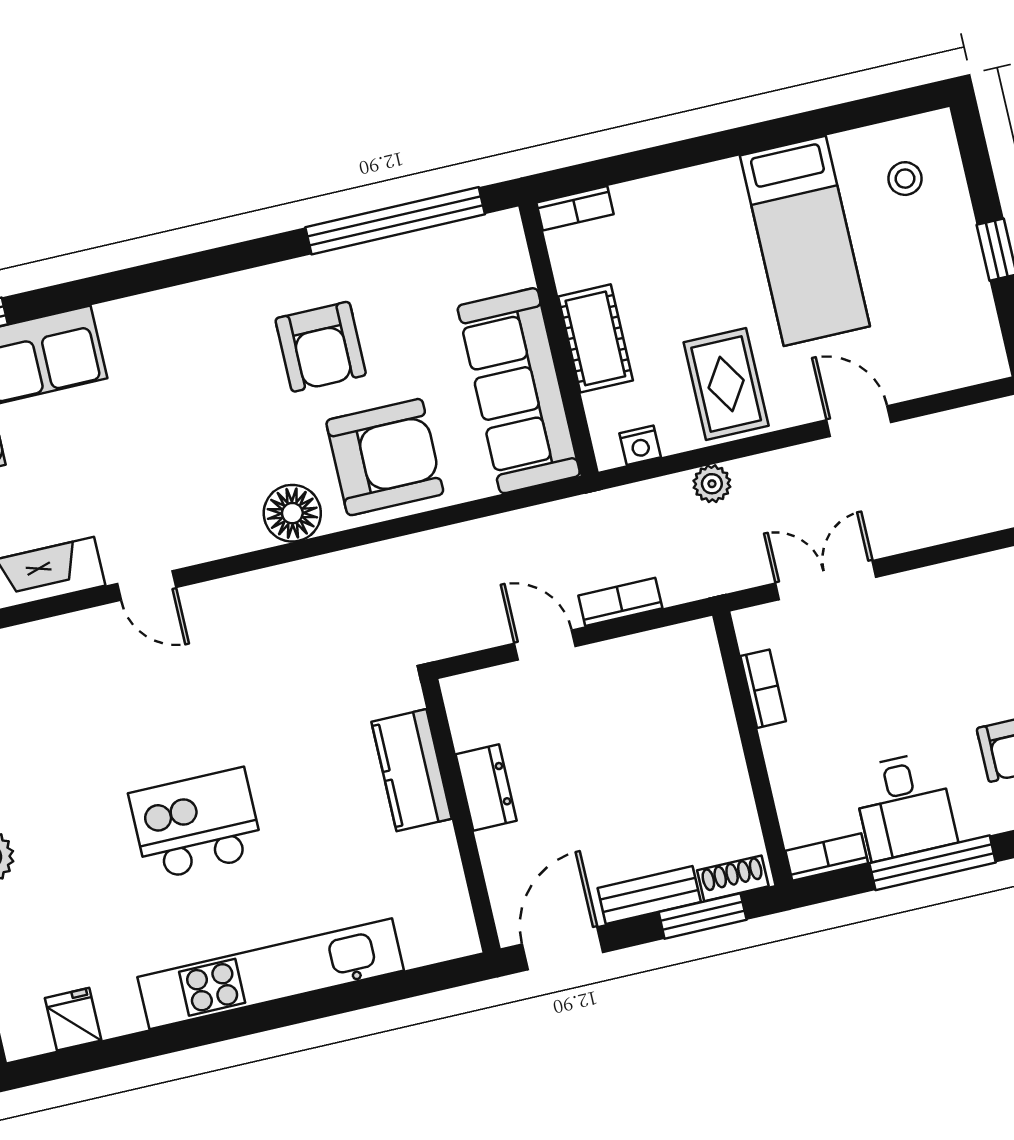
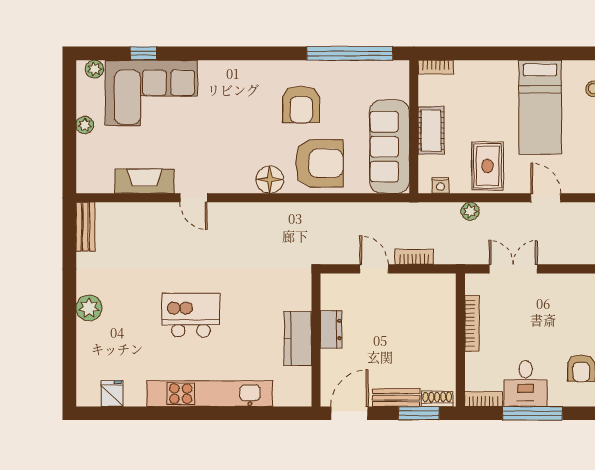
bookcase: (763, 689) -> (472, 323), width x1.56
kitchen counter: (412, 770) -> (298, 339), moved

